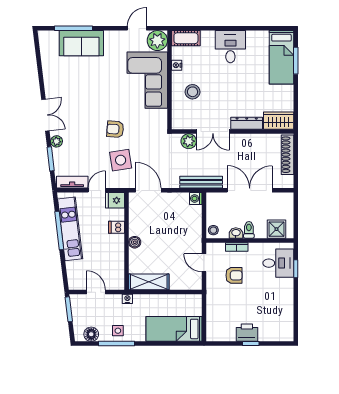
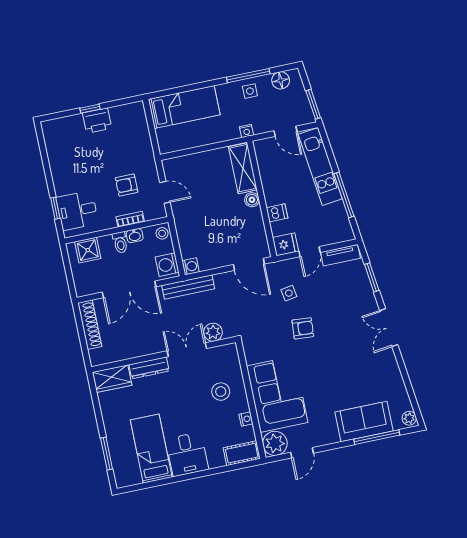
bed: (281, 57) -> (151, 449), moved
plant: (57, 141) -> (409, 418), moved
shoe rack: (287, 155) -> (90, 325), moved
side table: (121, 160) -> (289, 293), width x0.54, depth x0.54
washing machine: (214, 204) -> (167, 265), added
kitchen unit: (70, 229) -> (320, 166), moved
shelving: (149, 282) -> (243, 168), moved, turned 90

